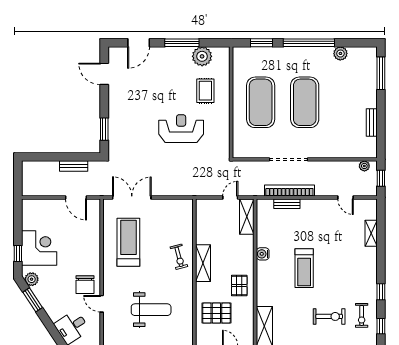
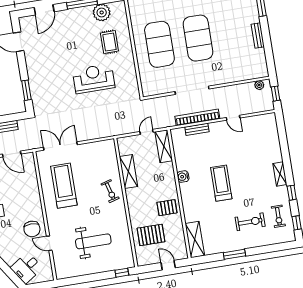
bench: (372, 122) -> (258, 35), moved
door: (346, 197) -> (233, 118), moved
shelving: (371, 233) -> (280, 174), moved
shelving: (203, 263) -> (128, 172), moved
treadmill: (304, 268) -> (221, 183), turned 180
pallet: (239, 286) -> (167, 208), turned 90

